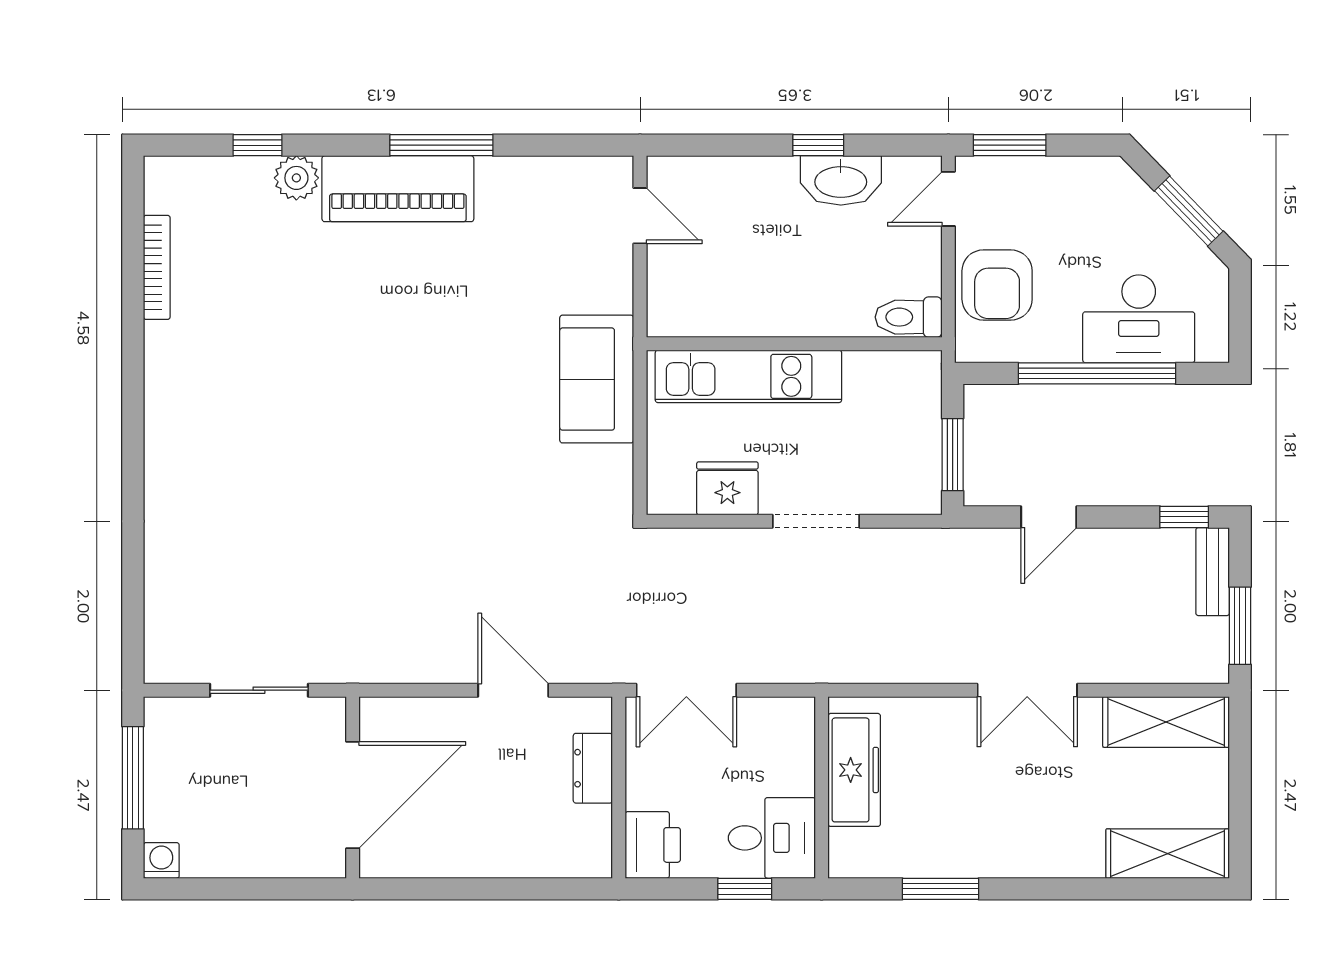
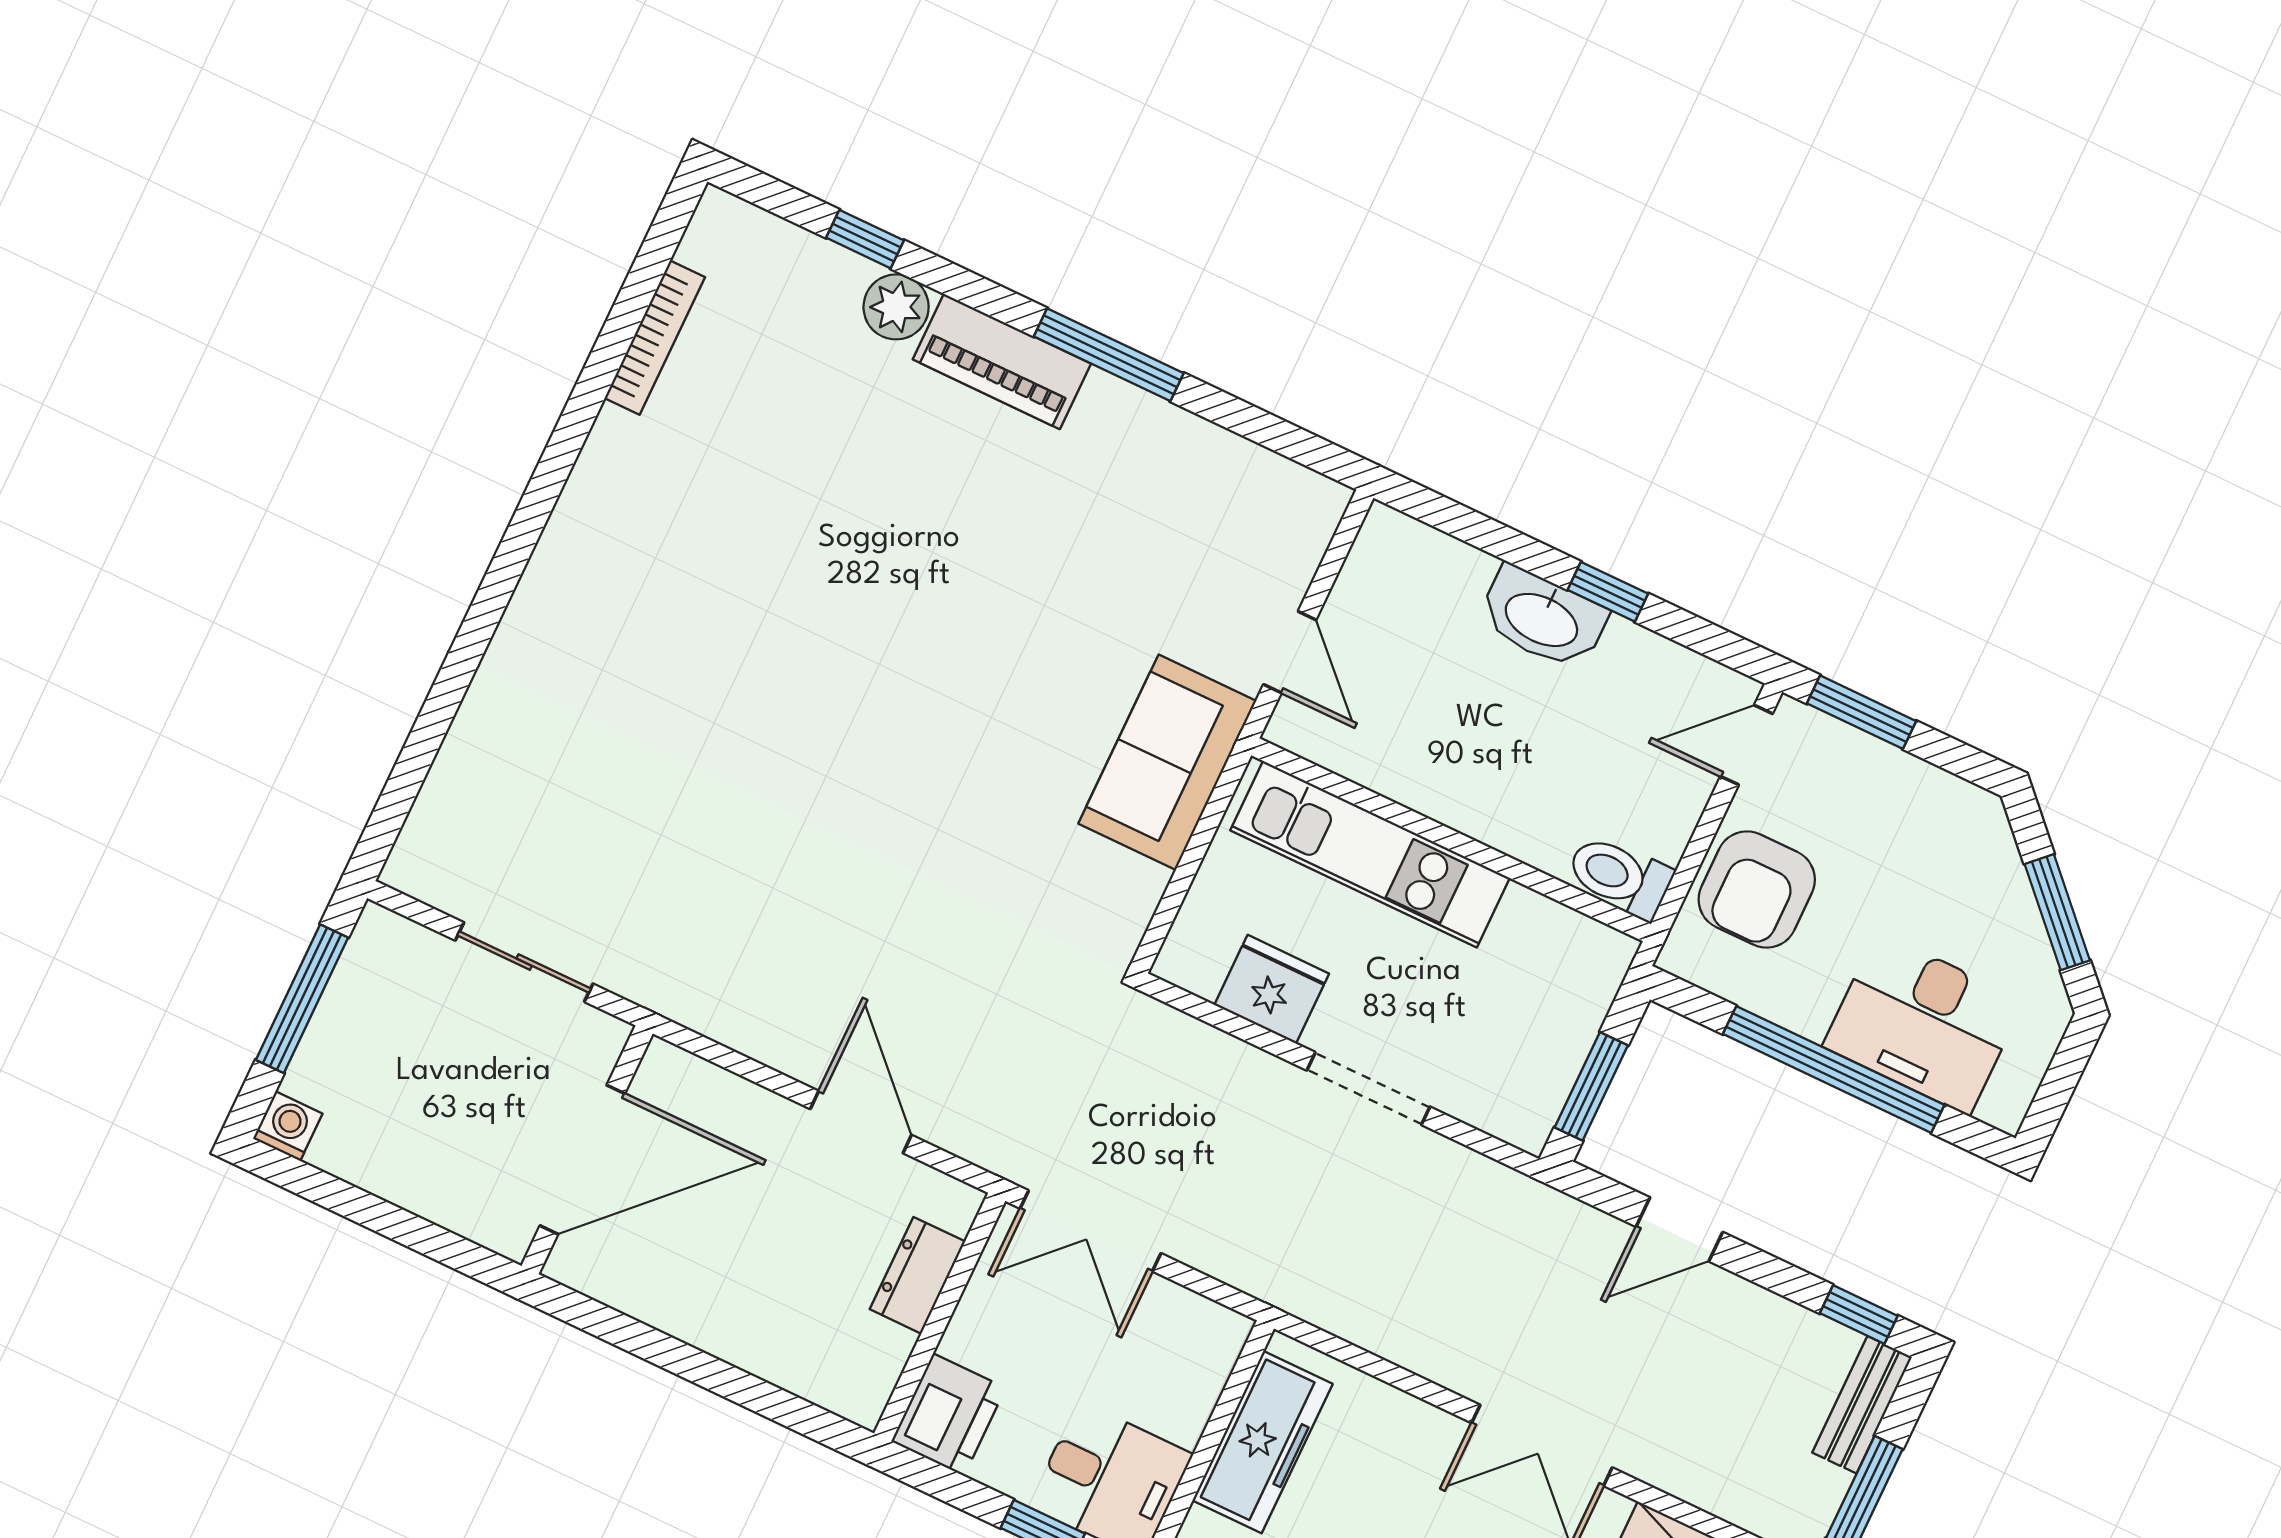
washbasin: (841, 180) -> (1542, 618), moved
piano: (398, 189) -> (1002, 362), width x0.73, depth x0.75
door: (640, 216) -> (1290, 652), moved

